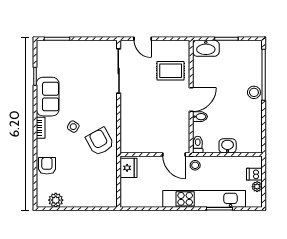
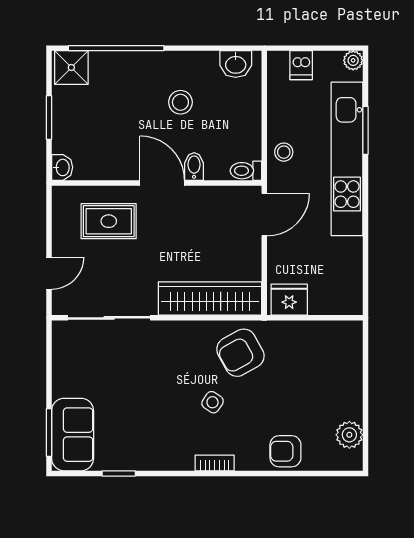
washbasin: (206, 48) -> (62, 167), width x0.52, depth x0.69
shower: (253, 51) -> (71, 67), added
rug: (171, 71) -> (109, 221), turned 90
stool: (254, 92) -> (180, 102), moved
sofa: (48, 97) -> (73, 435), moved, turned 90
wardrobe: (129, 125) -> (210, 298), added
washbasin: (228, 146) -> (236, 64), moved, turned -90
stool: (195, 165) -> (284, 152), moved
plant: (257, 187) -> (353, 60), moved

